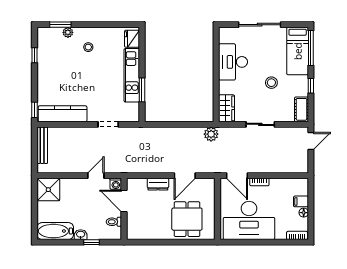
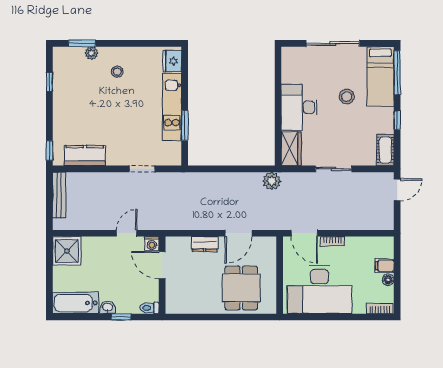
desk: (233, 62) -> (299, 107), moved
stool: (271, 83) -> (347, 96), moved
kitchen counter: (63, 114) -> (85, 155), width x0.67
toilet: (114, 222) -> (149, 308), moved

